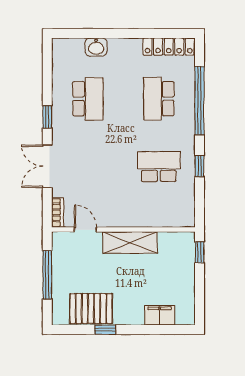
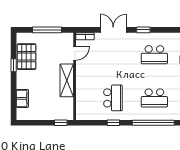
school desk: (159, 99) -> (154, 98), turned 180

